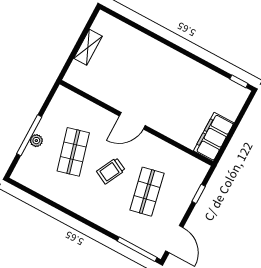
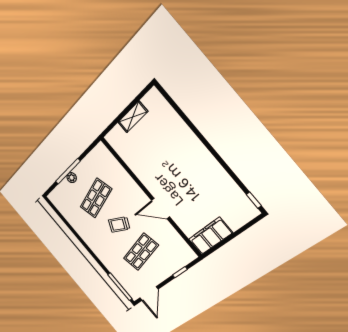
door: (132, 121) -> (161, 209), moved

